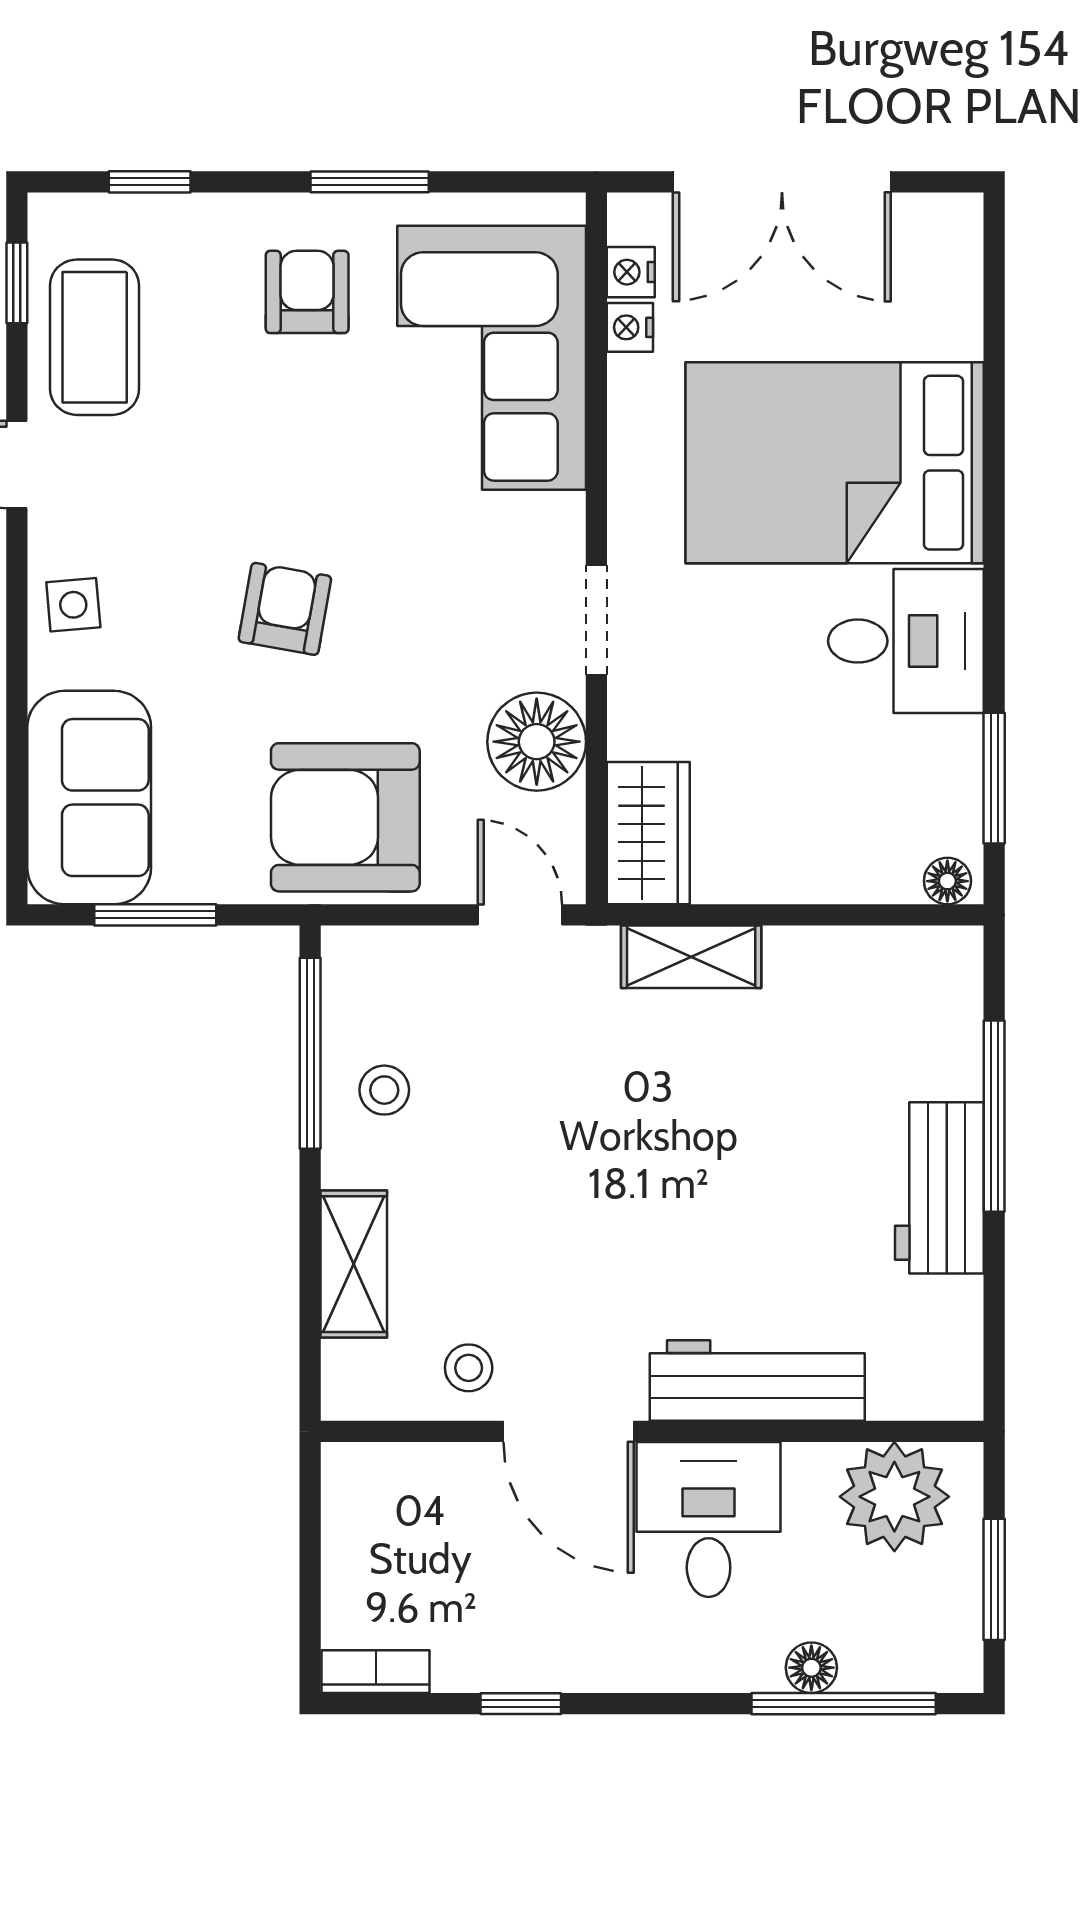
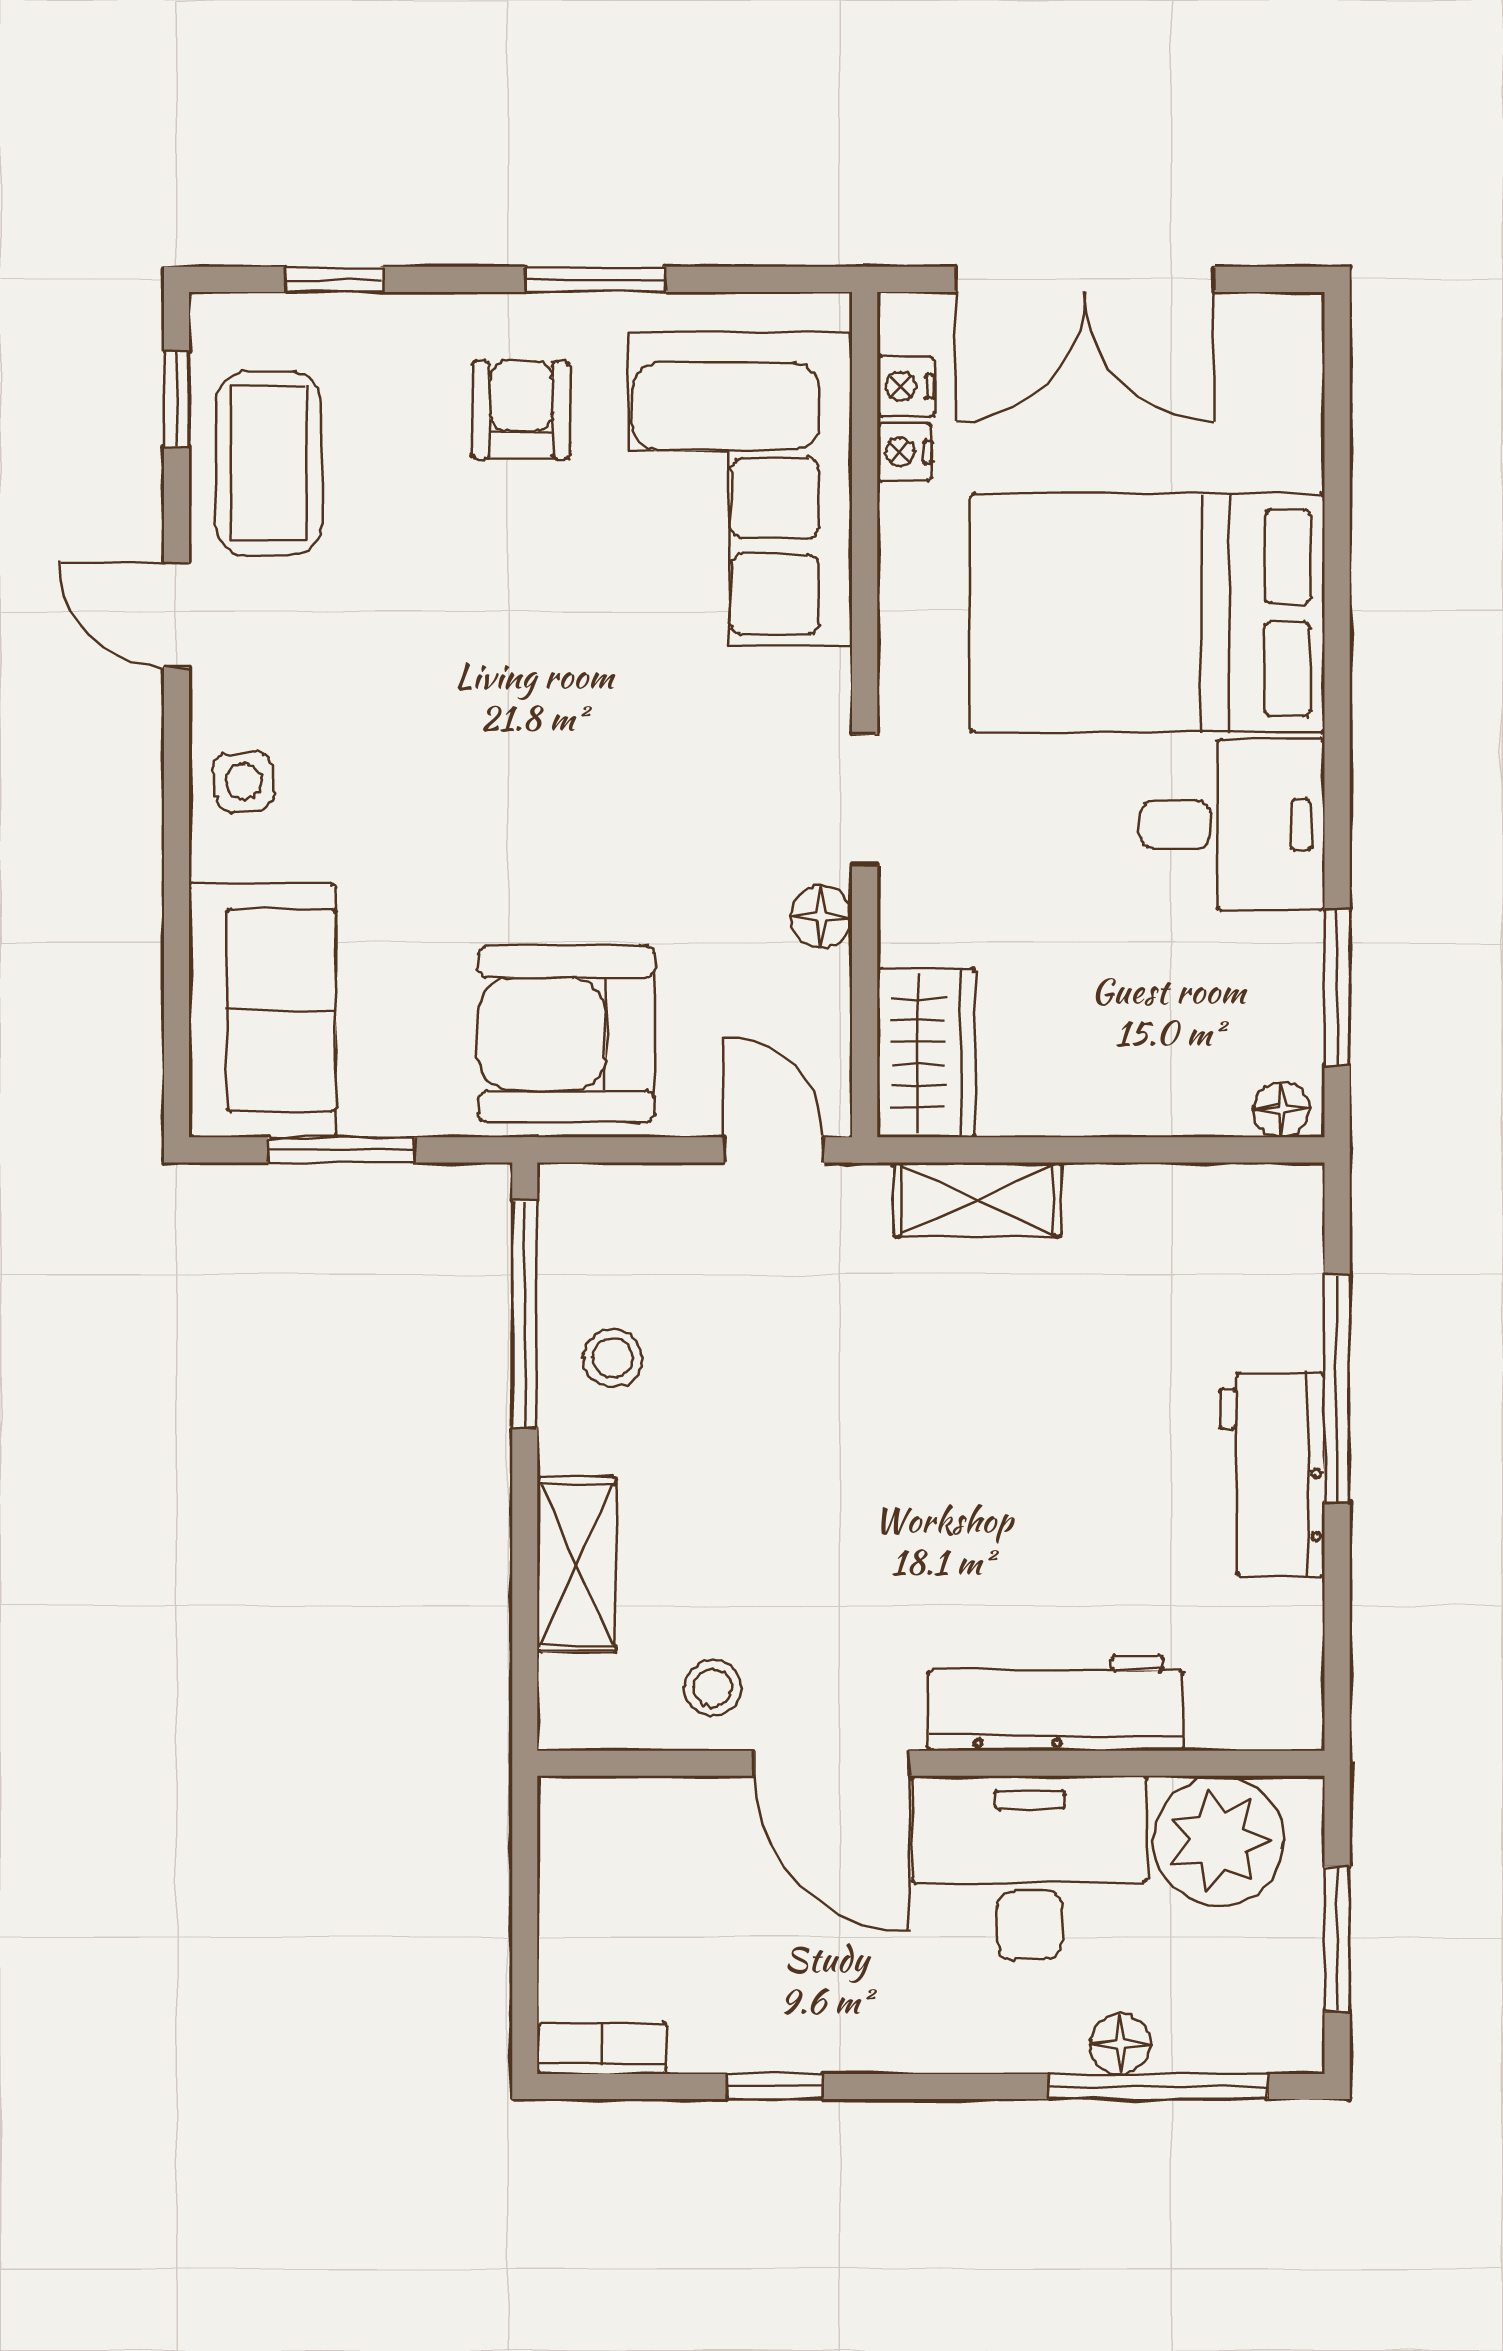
armchair: (285, 609) -> (495, 786), removed
floor lamp: (537, 742) -> (821, 917), width x0.53, depth x0.53
desk: (709, 1519) -> (1030, 1868), width x1.37

